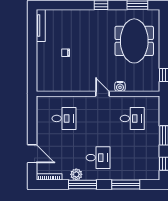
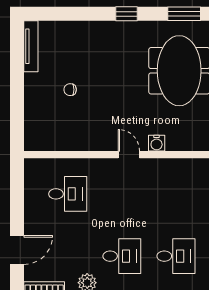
desk: (132, 118) -> (176, 256), moved
door: (32, 154) -> (17, 250), hinge flipped

